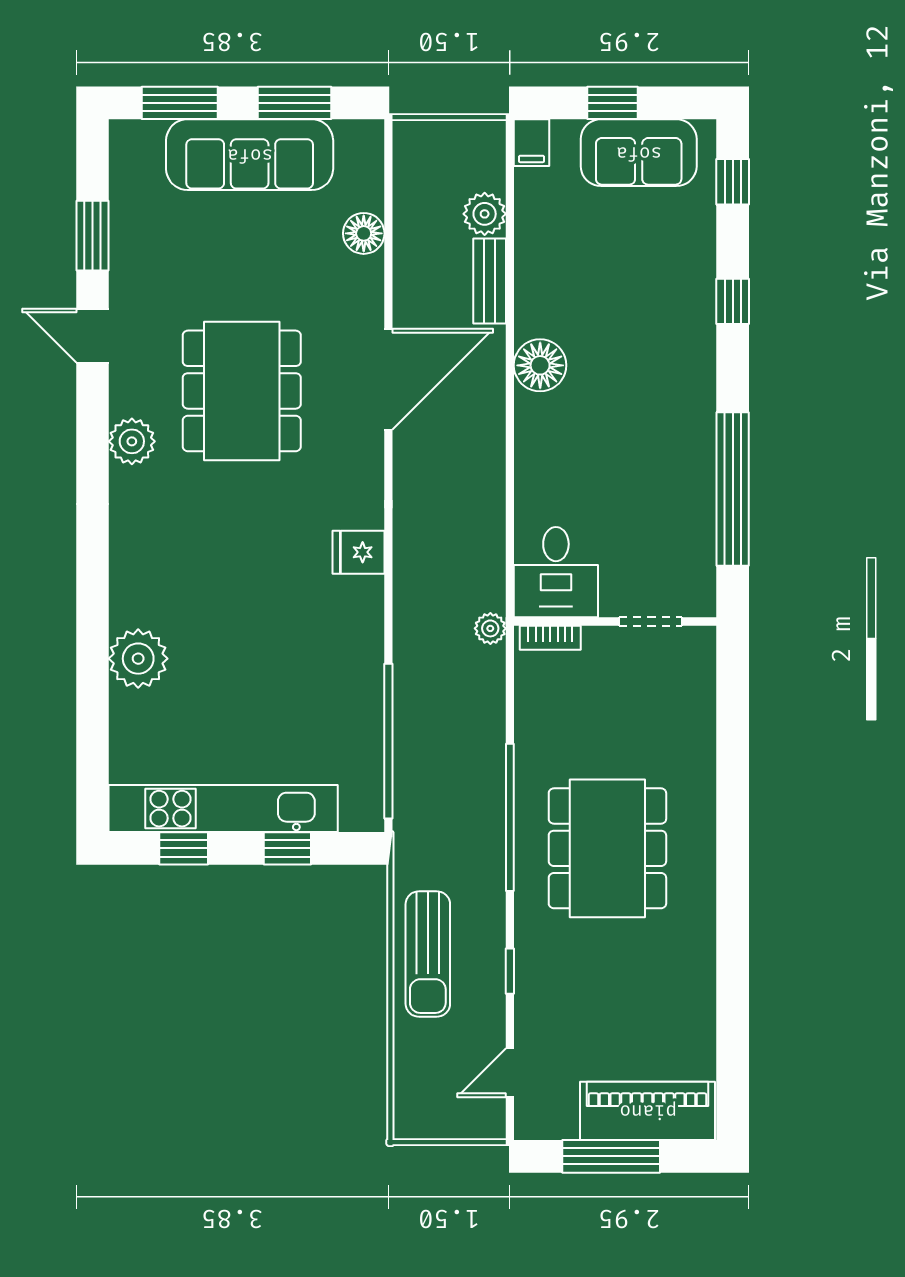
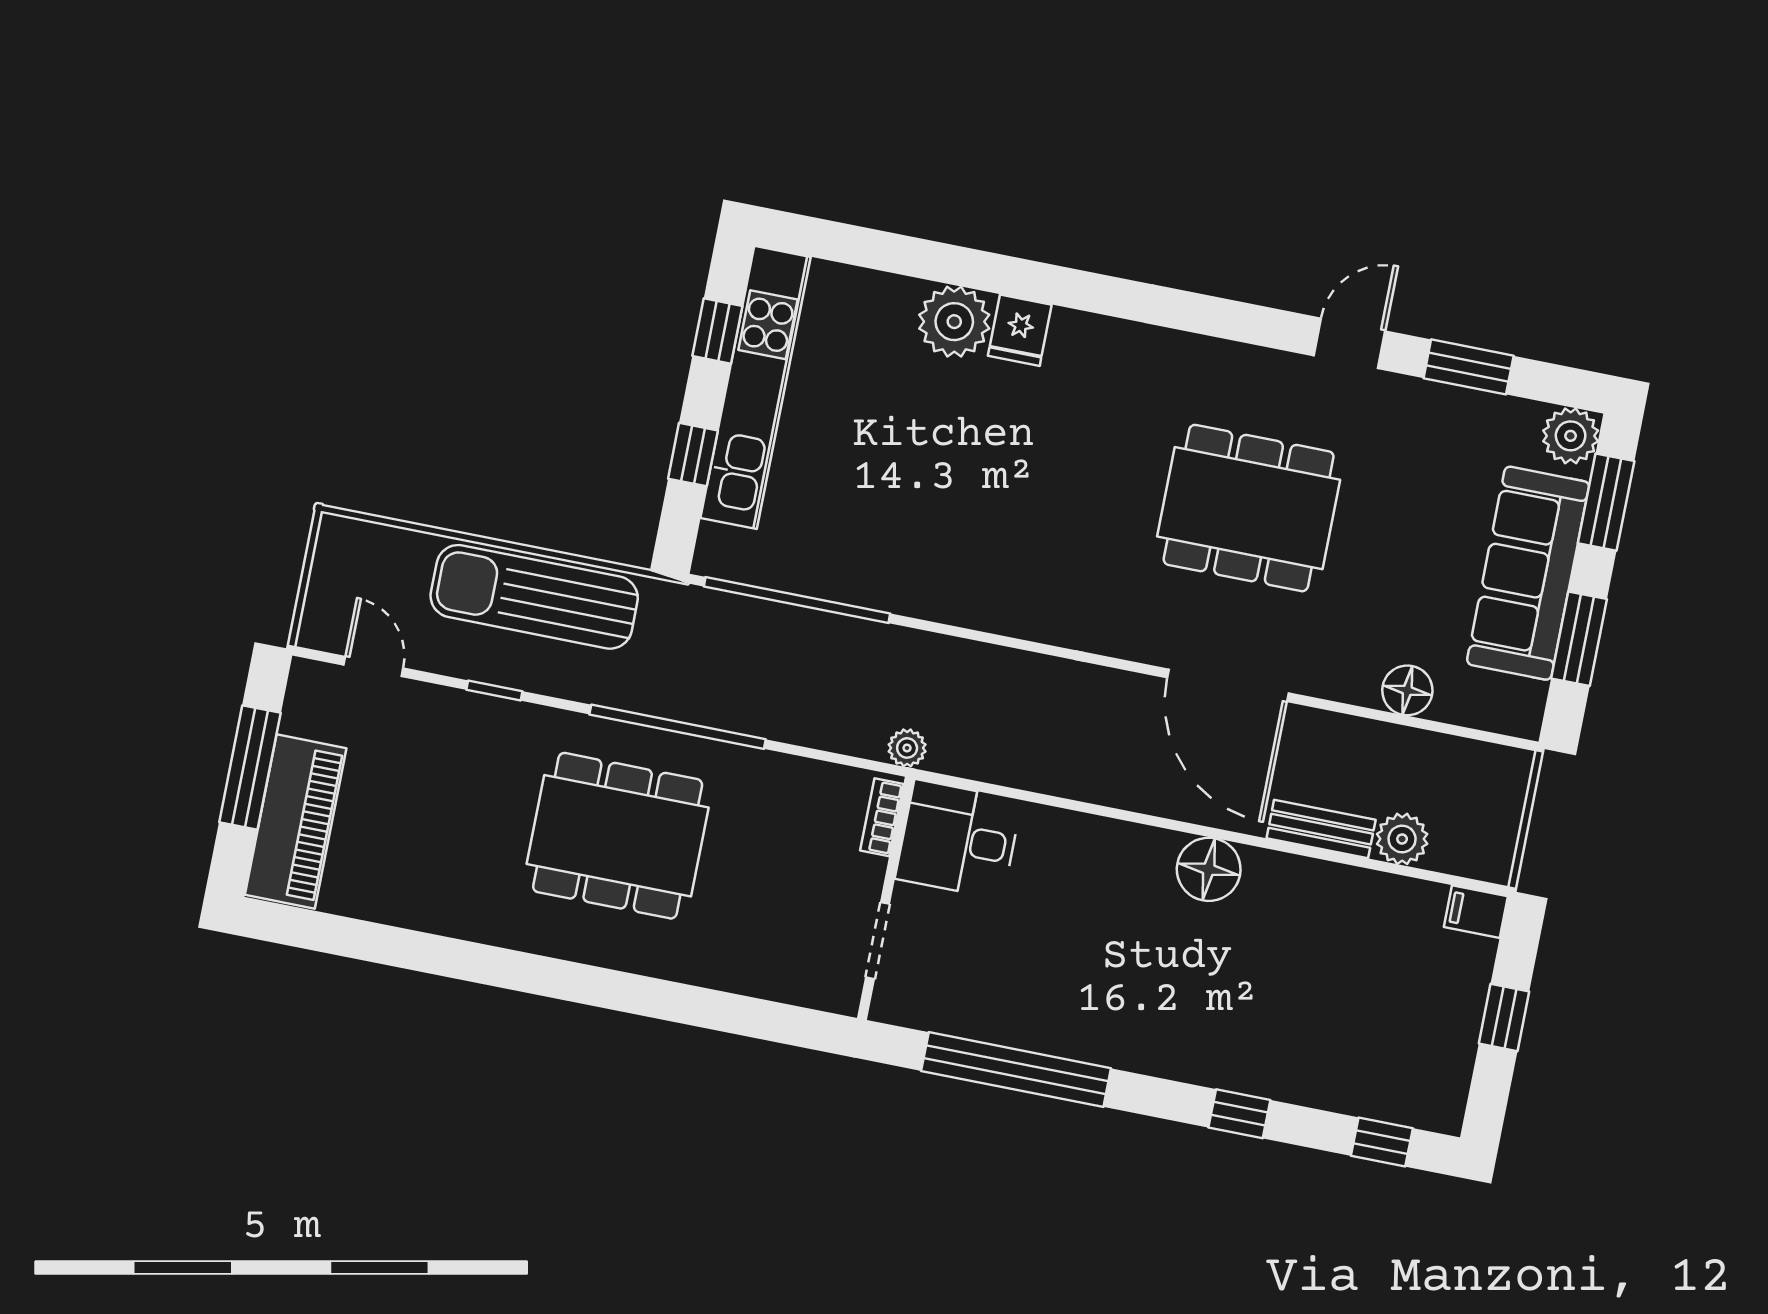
sofa: (639, 153) -> (1439, 1037), removed
plant: (132, 441) -> (1571, 436), moved
fridge: (358, 552) -> (1020, 330), moved, turned 180
sun lounger: (428, 954) -> (534, 597), width x1.36, depth x1.34

